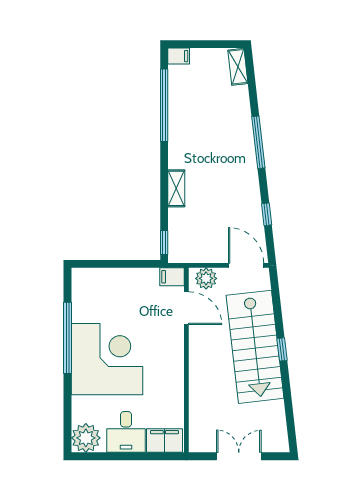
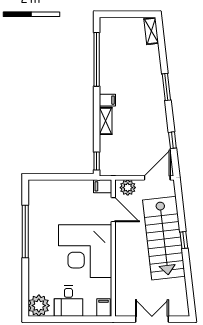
filing cabinet: (179, 56) -> (107, 100), moved
window: (258, 142) -> (166, 87), width x0.69
door: (246, 265) -> (157, 178), hinge flipped
corner desk: (107, 359) -> (85, 251), moved, turned 180
filing cabinet: (164, 441) -> (104, 307), width x0.50

